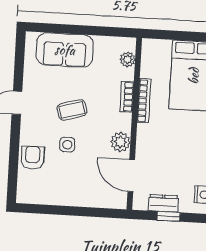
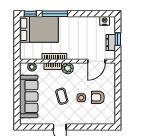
sofa: (65, 50) -> (29, 97), width x1.36
plant: (120, 142) -> (68, 68), moved
armchair: (33, 158) -> (98, 97), moved

